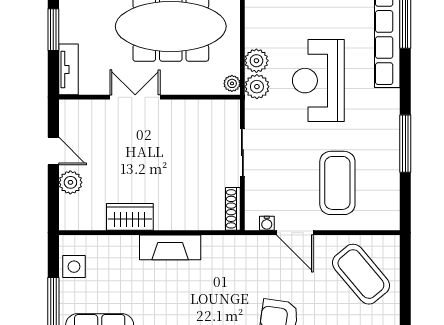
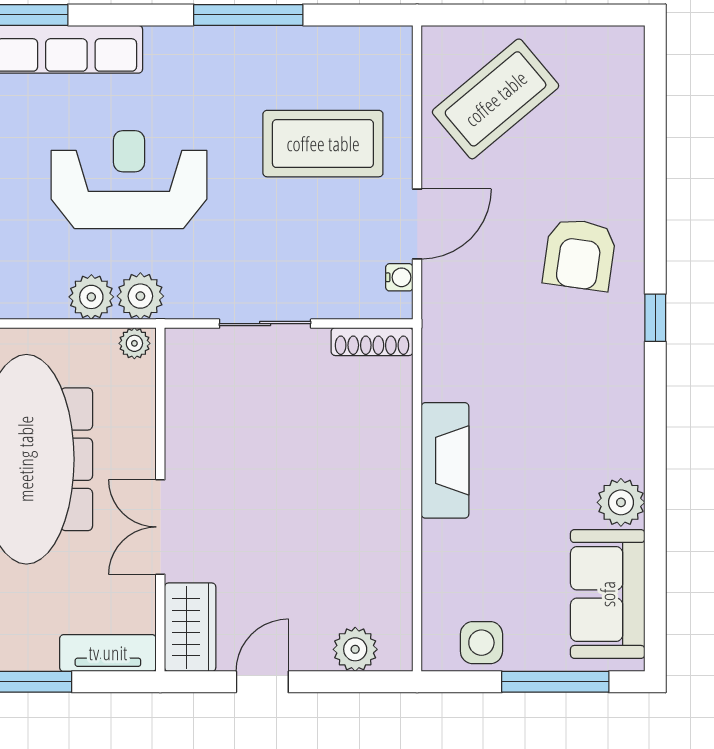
reception desk: (318, 81) -> (129, 180), turned 180
plant: (70, 182) -> (355, 649), moved
wardrobe: (130, 217) -> (190, 627), moved, turned 180

